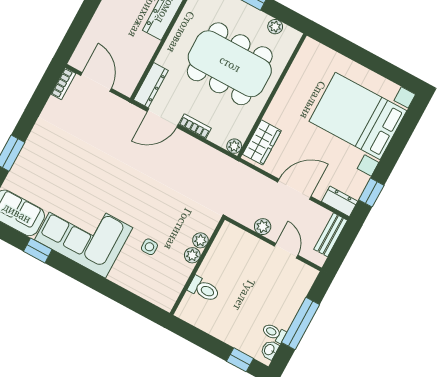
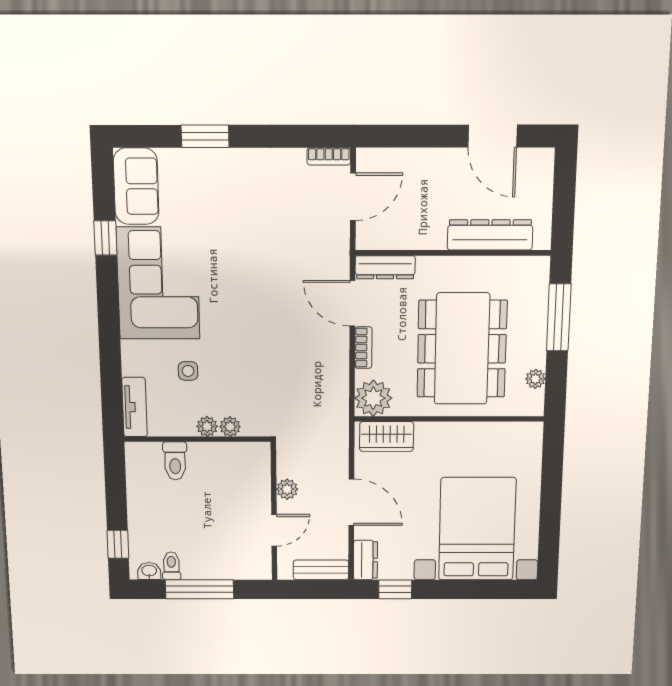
plant: (234, 146) -> (373, 398), width x1.88, depth x1.88
tv unit: (154, 295) -> (134, 407), added

